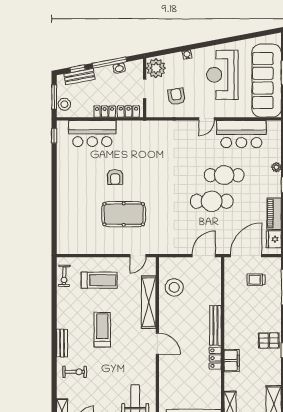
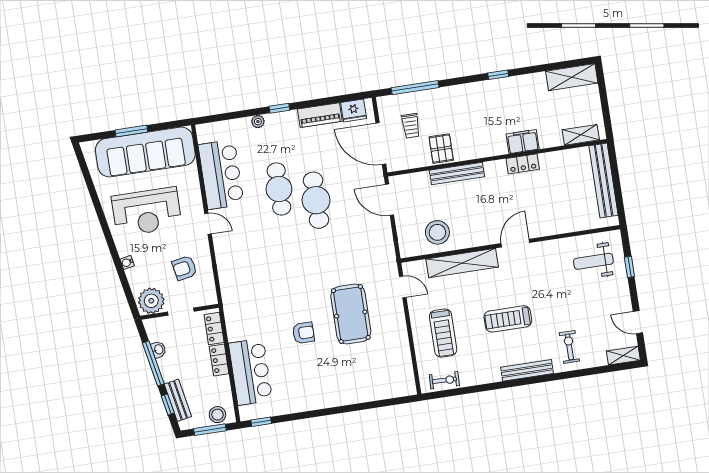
treadmill: (99, 280) -> (443, 333), turned 180
bench: (215, 325) -> (457, 173), moved
pallet: (269, 341) -> (441, 149), moved
bench: (62, 343) -> (527, 370), width x1.36

